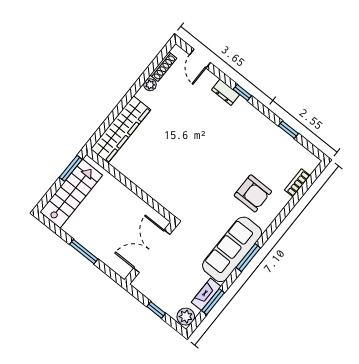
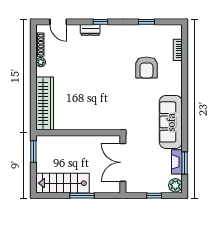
armchair: (253, 193) -> (146, 67), moved, turned 90
stairs: (71, 194) -> (63, 183), moved, turned -90
window: (248, 258) -> (185, 119), removed

